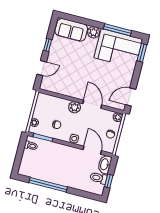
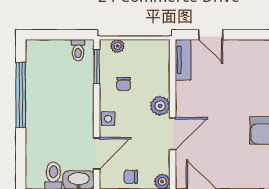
window: (48, 45) -> (251, 35), removed
tv unit: (52, 87) -> (183, 60), added

